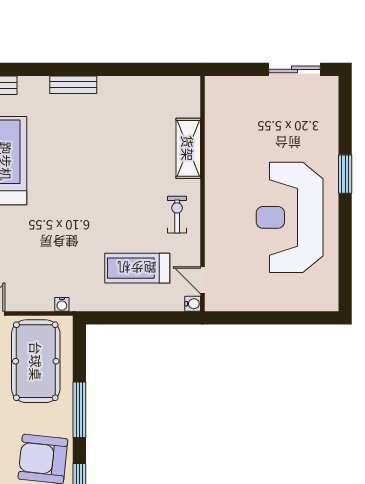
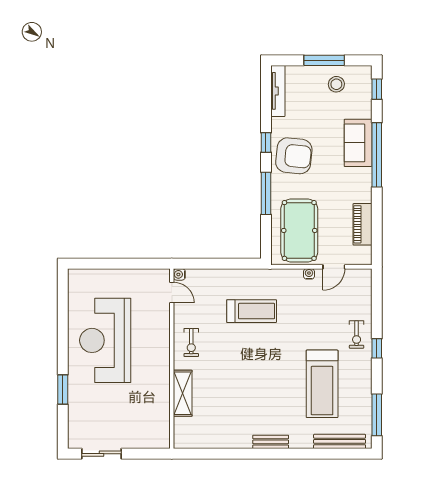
window: (345, 174) -> (63, 389), moved
reception desk: (290, 217) -> (105, 340), turned 180
treadmill: (137, 268) -> (252, 311), moved
water cooler: (62, 304) -> (309, 274), moved

